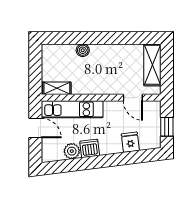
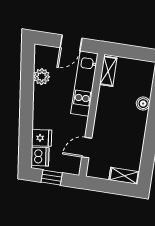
shelving: (152, 65) -> (124, 176), width x0.67, depth x0.75
dishwasher: (90, 148) -> (40, 157), moved

